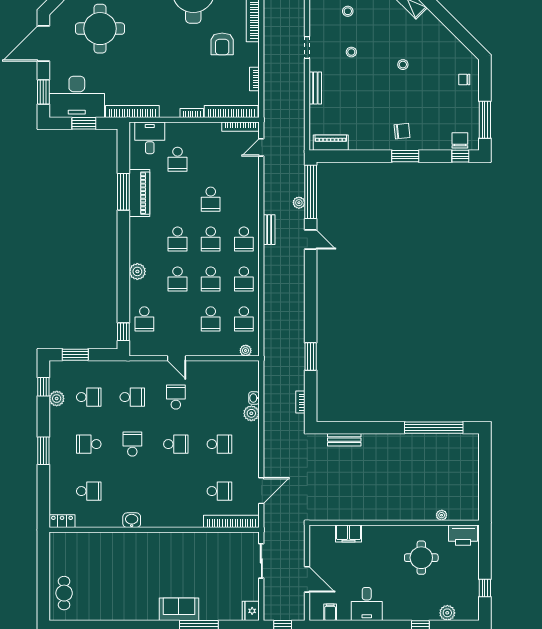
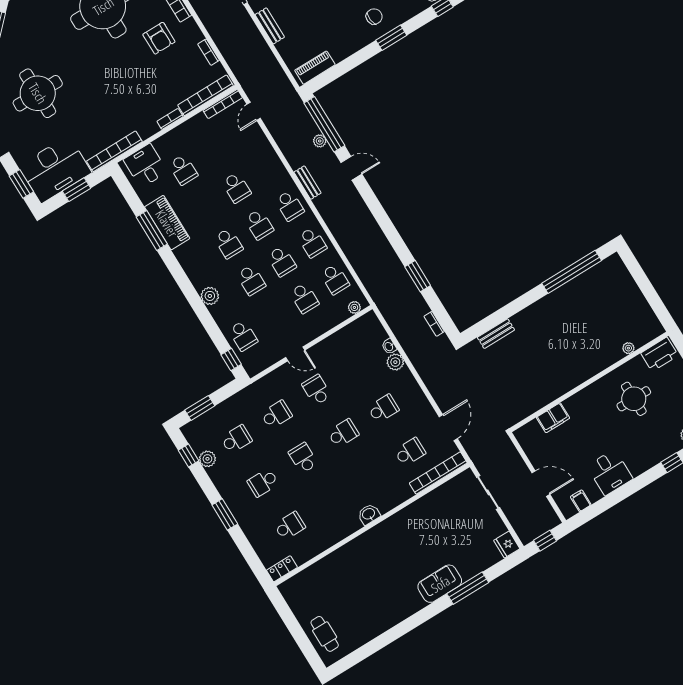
washbasin: (132, 520) -> (369, 514), moved

